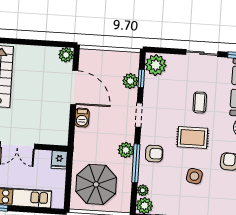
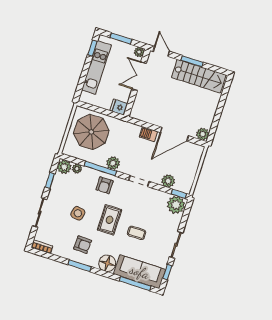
window: (141, 79) -> (179, 194), moved

